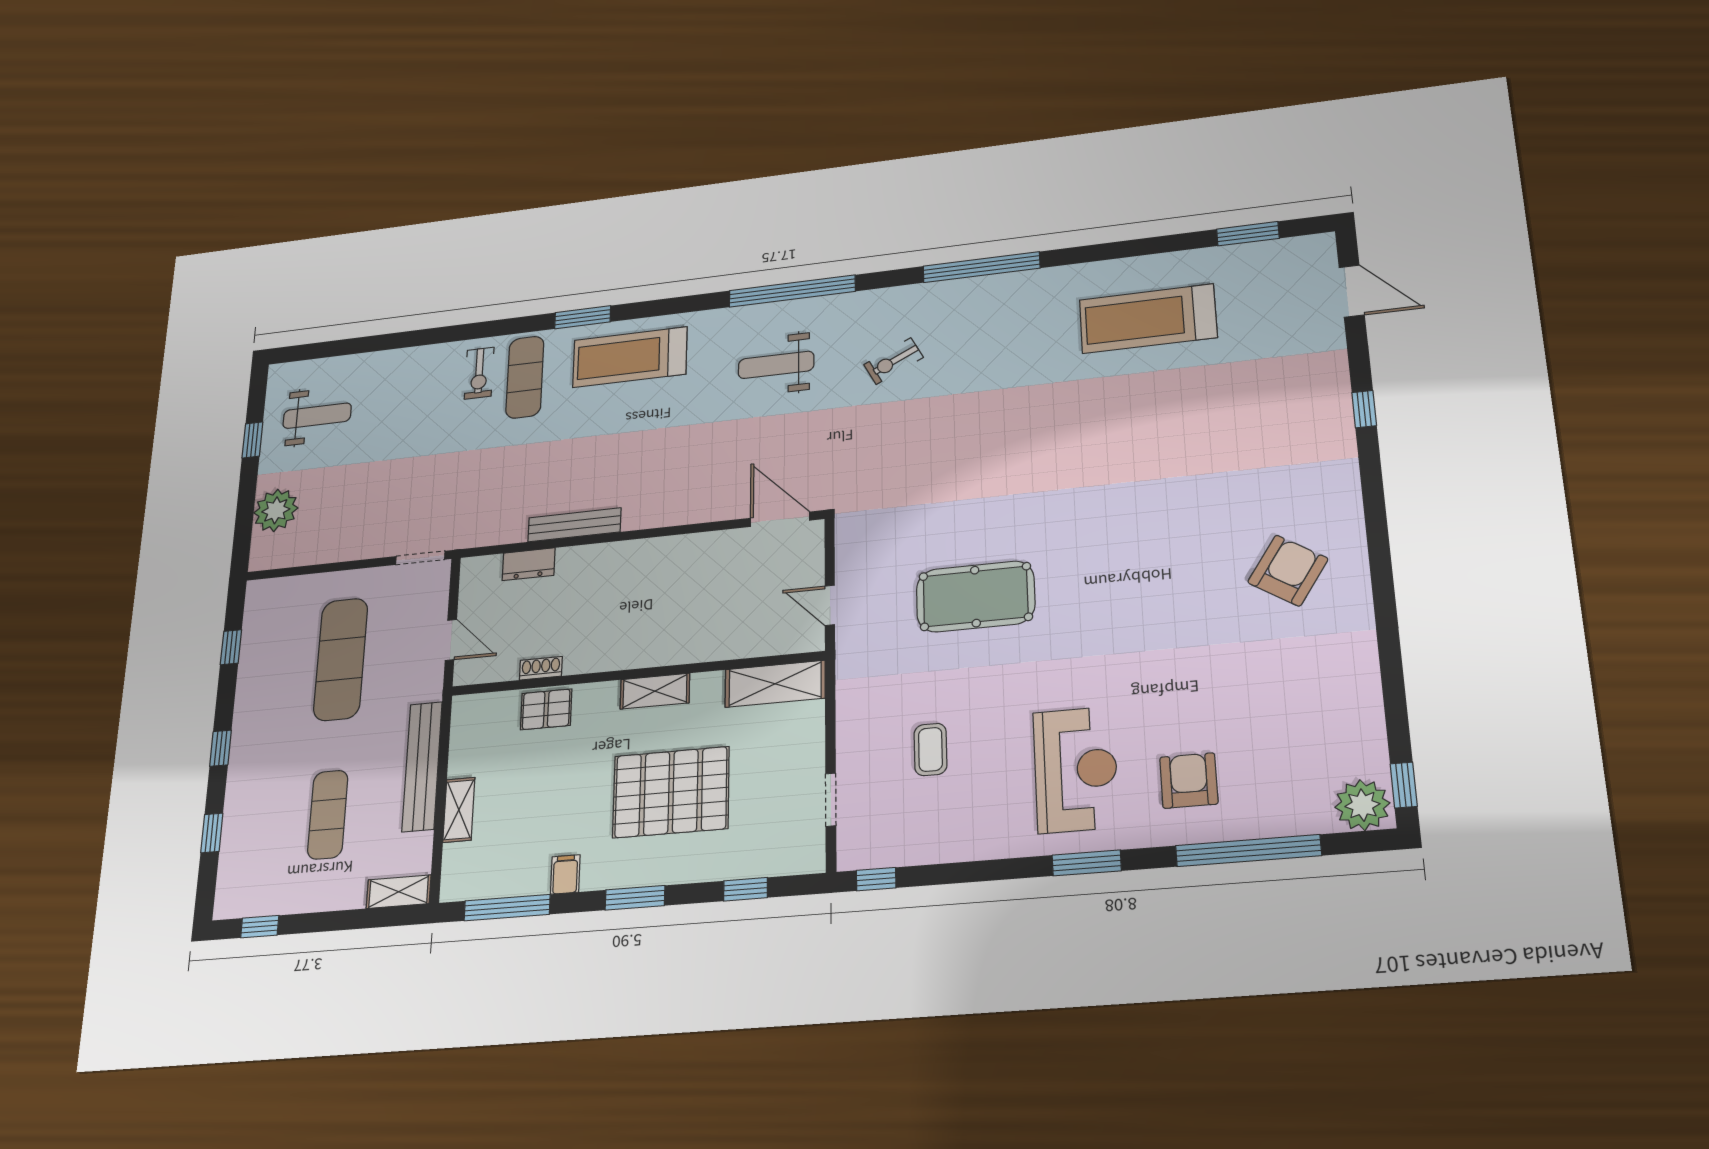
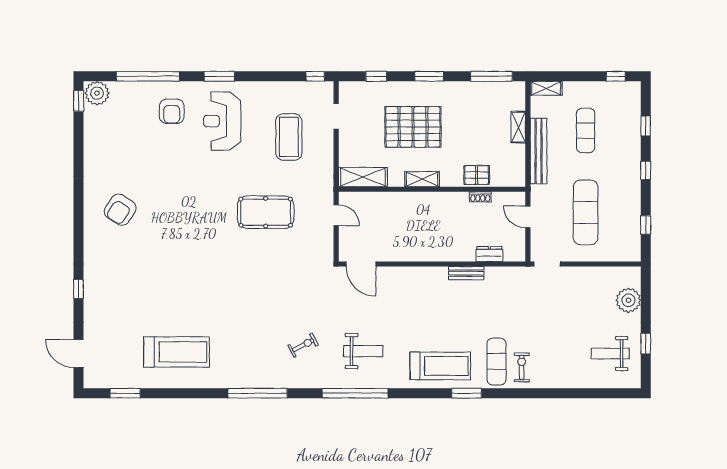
bench: (574, 525) -> (466, 273), width x0.73
coffee table: (930, 749) -> (289, 137), width x1.86, depth x1.72
filing cabinet: (565, 874) -> (463, 90), removed

